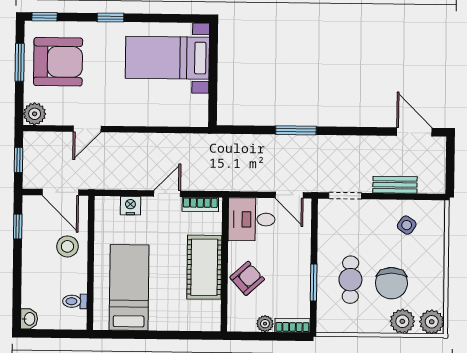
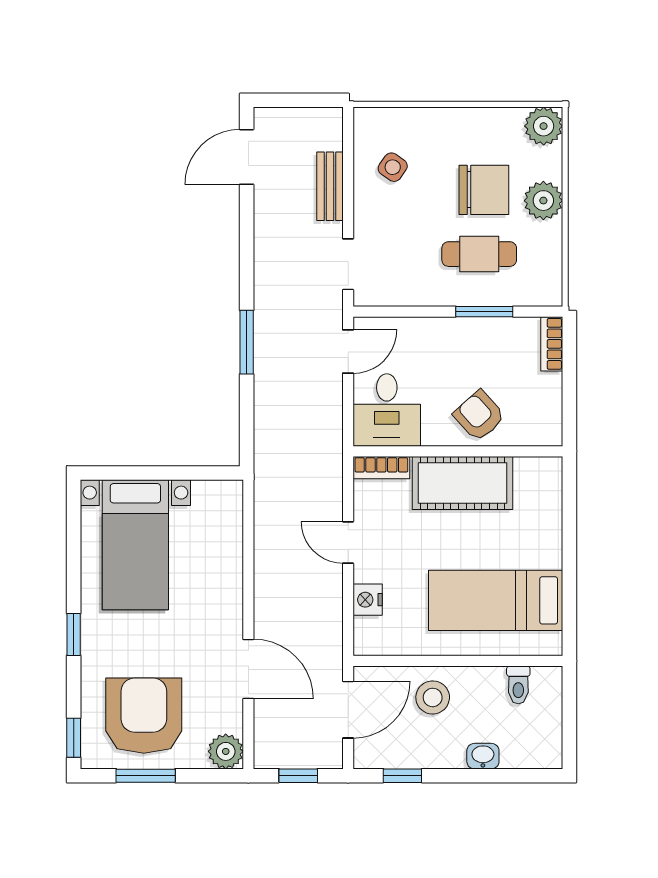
door: (87, 129) -> (248, 669), width x1.38
bookcase: (200, 204) -> (381, 468), moved, turned 90
washbasin: (29, 319) -> (483, 756), moved
plant: (402, 321) -> (543, 201), moved
plant: (265, 324) -> (550, 387), removed

